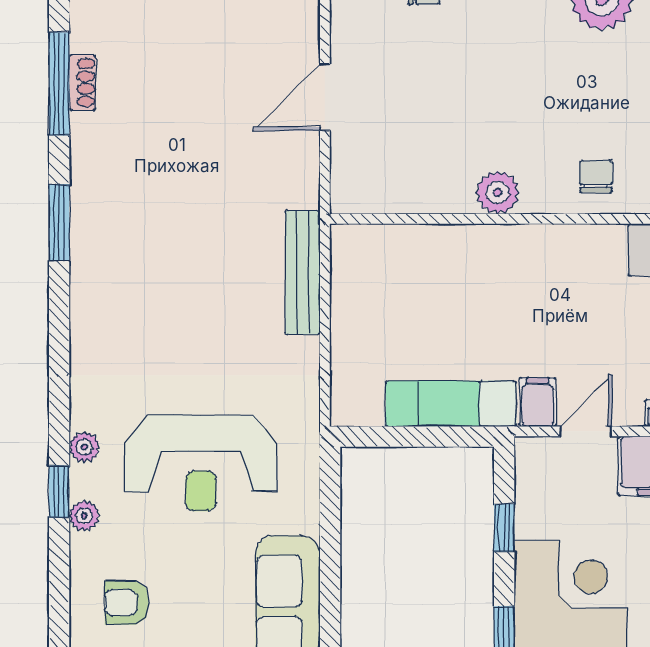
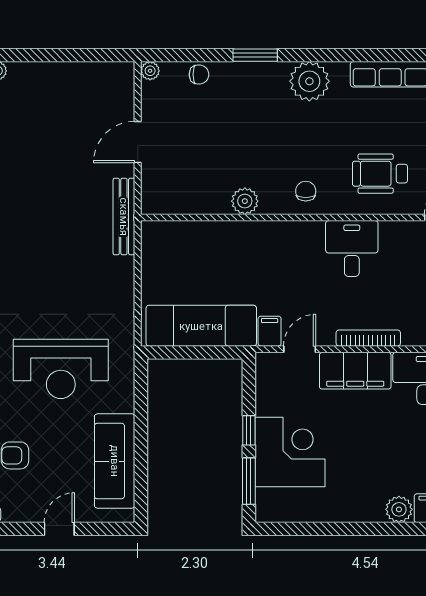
bench: (303, 272) -> (124, 217), moved
exam couch: (451, 404) -> (201, 326), width x1.36, depth x1.45
window: (504, 528) -> (249, 430), moved

